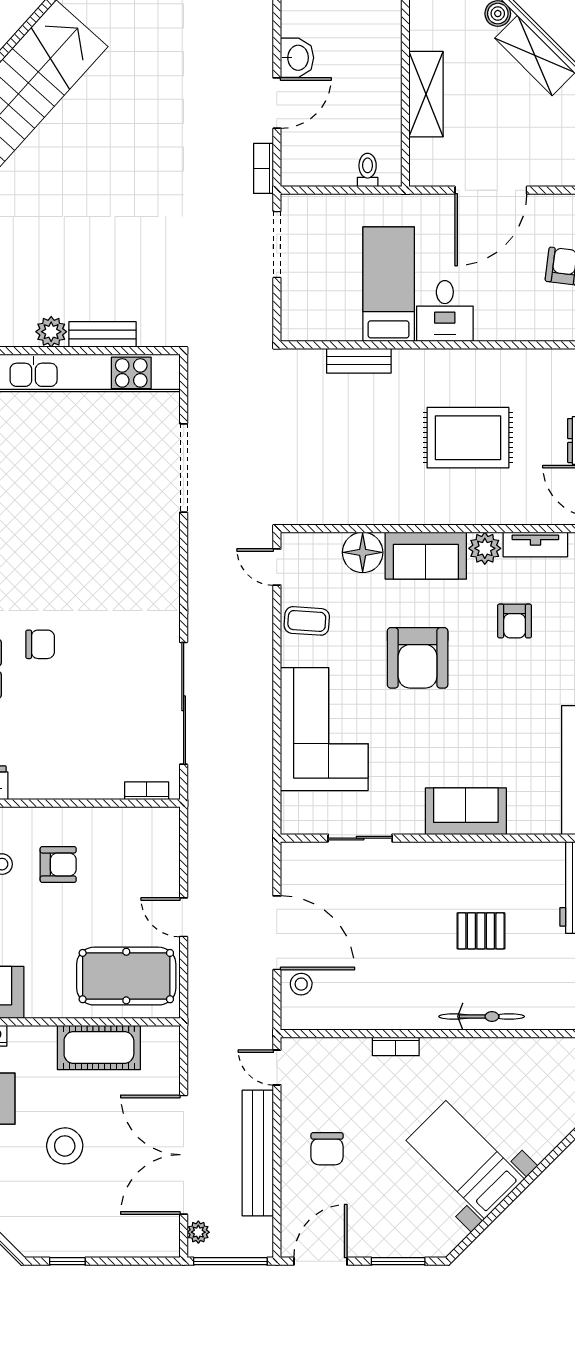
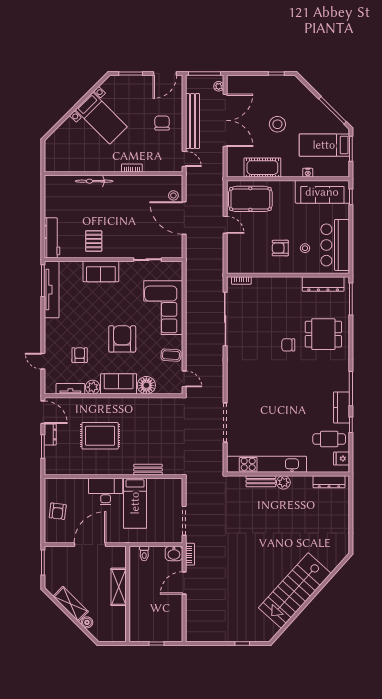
washbasin: (297, 58) -> (174, 553), moved, turned -90
desk: (445, 311) -> (106, 492), width x1.37
pallet: (481, 931) -> (94, 241), moved, turned 90

